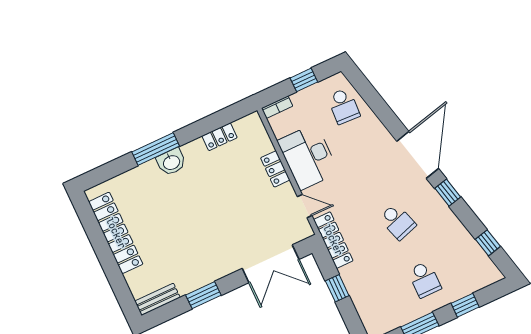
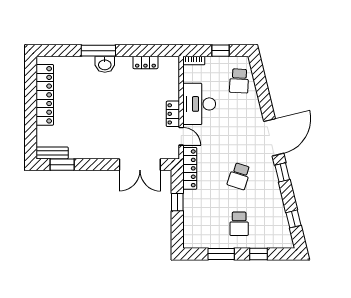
locker: (275, 169) -> (173, 114), moved
school desk: (398, 222) -> (239, 176), turned 36
window: (203, 295) -> (62, 165), moved

